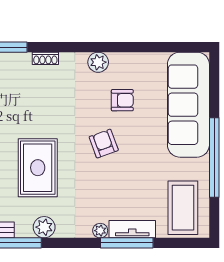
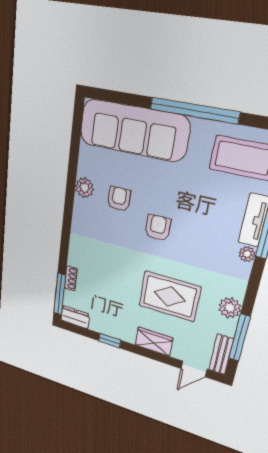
shoe rack: (45, 58) -> (71, 278), moved
plant: (98, 62) -> (84, 188), moved
armchair: (104, 144) -> (158, 228), turned 110

